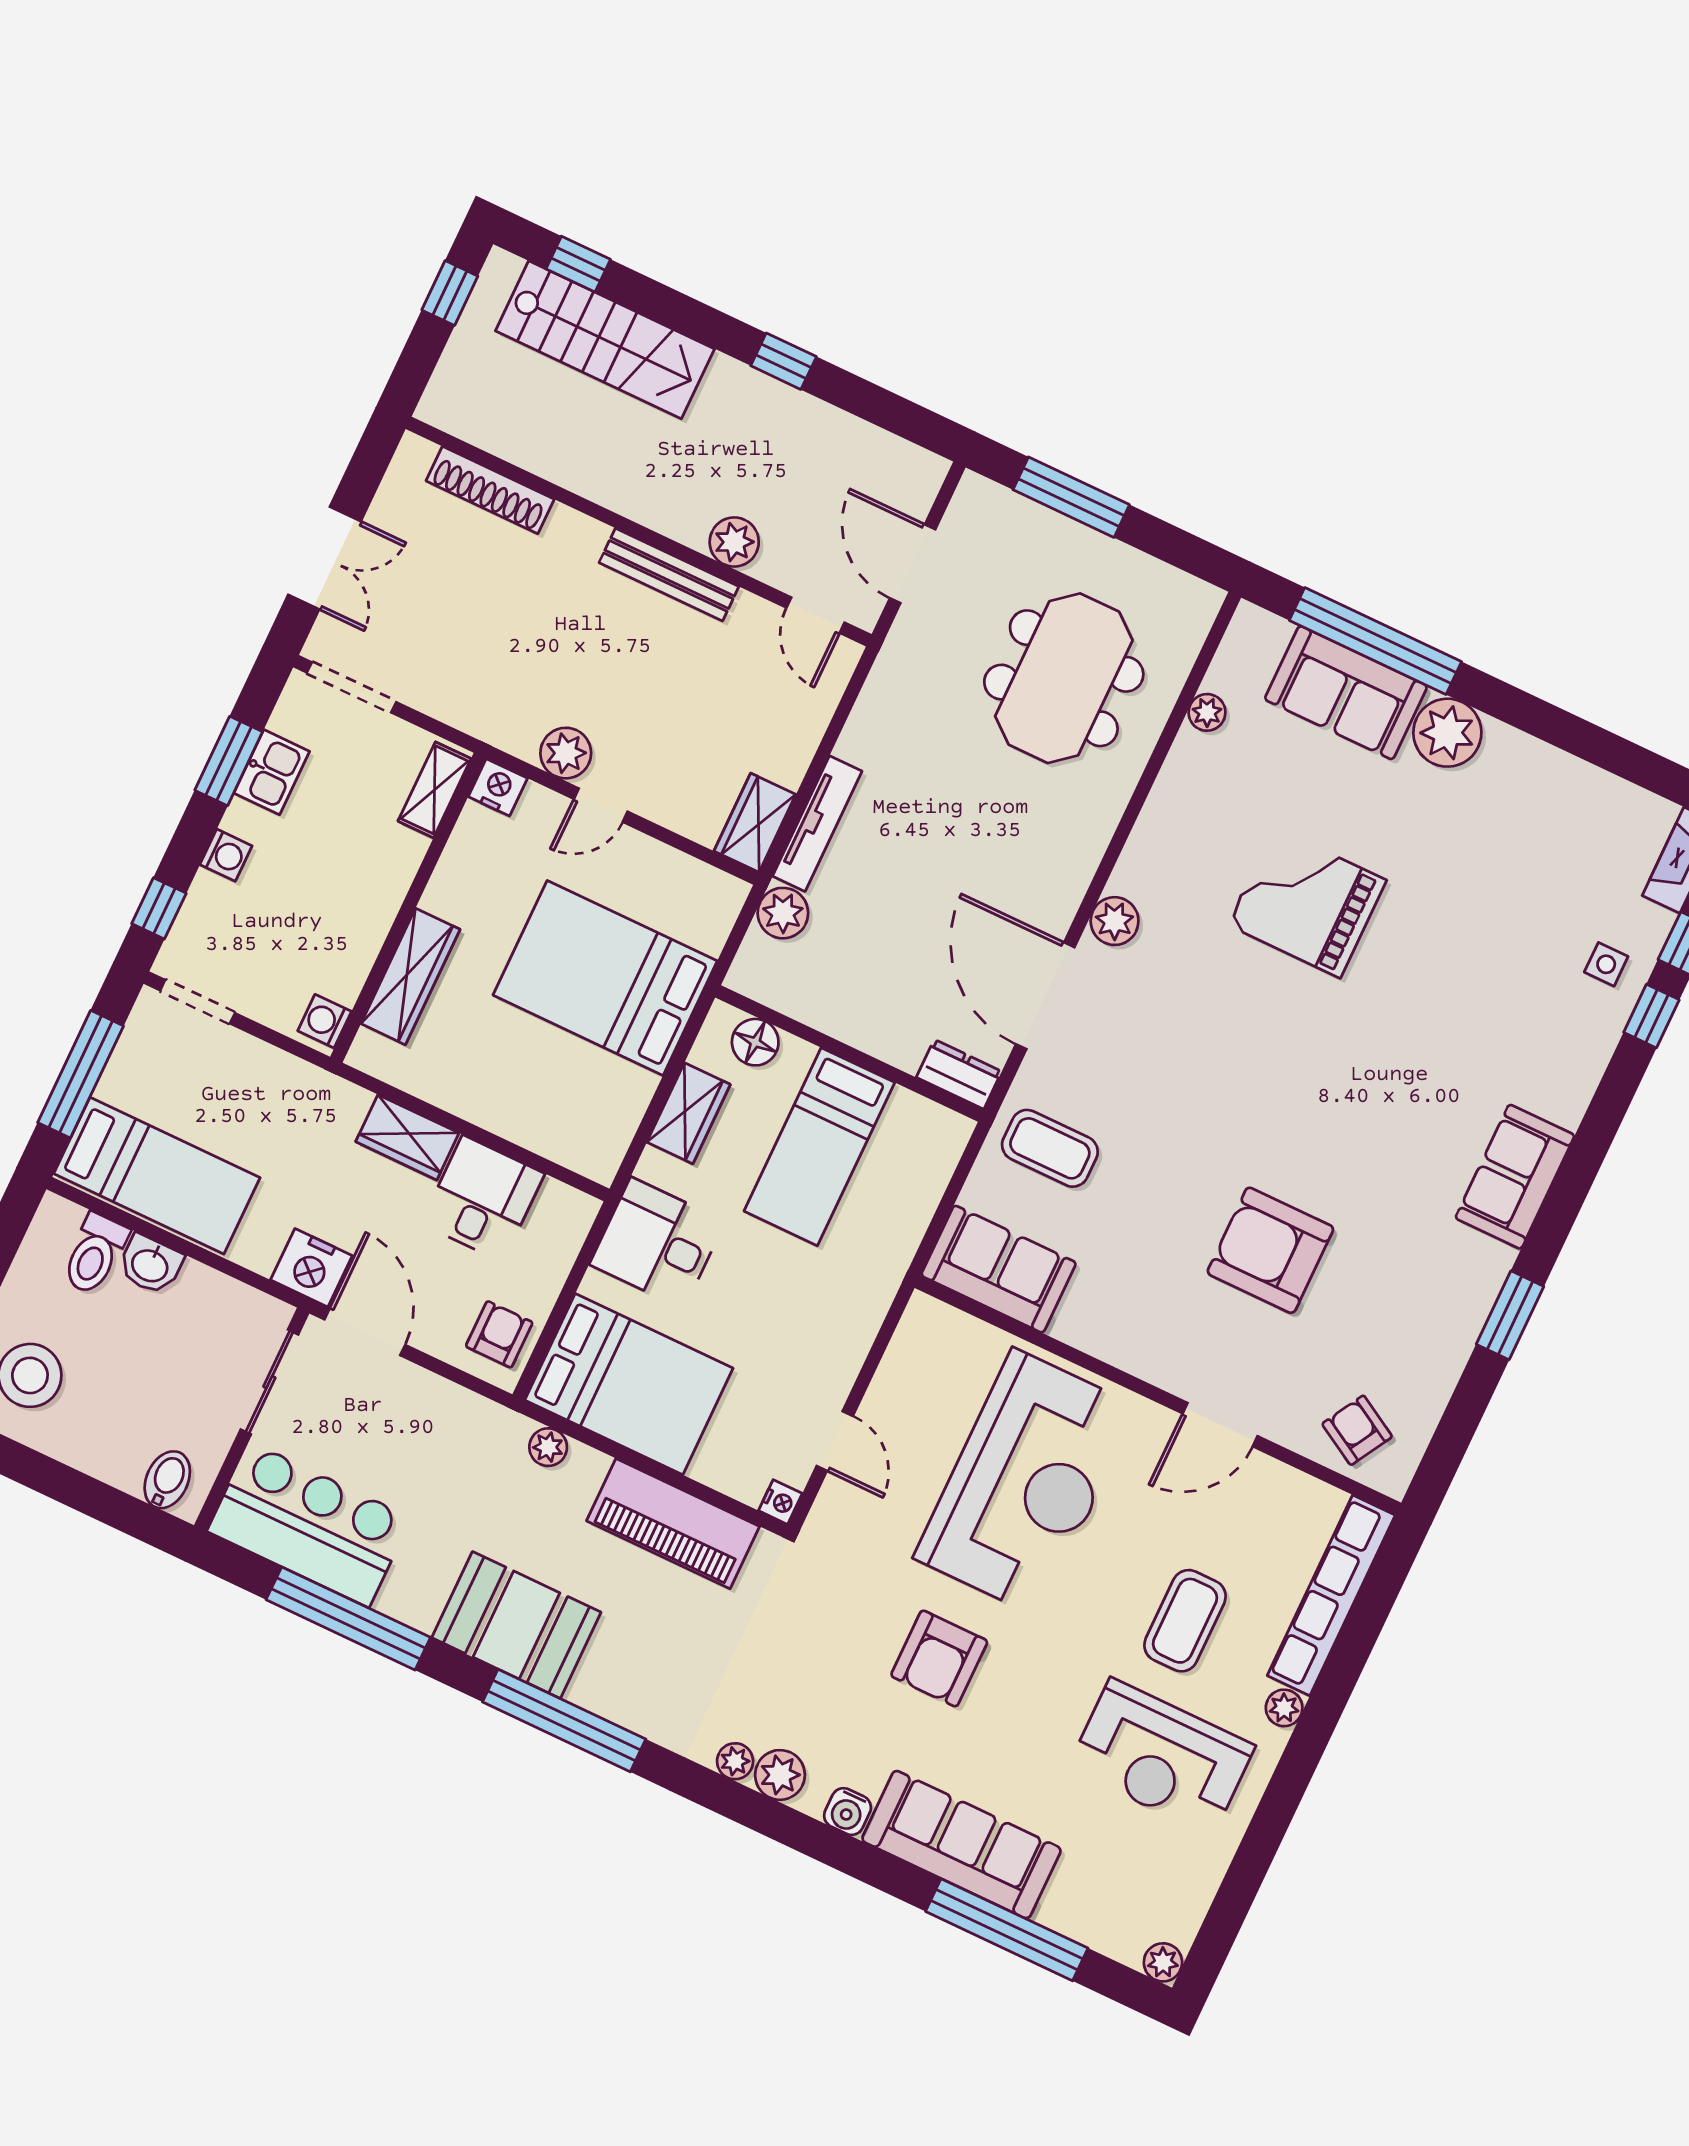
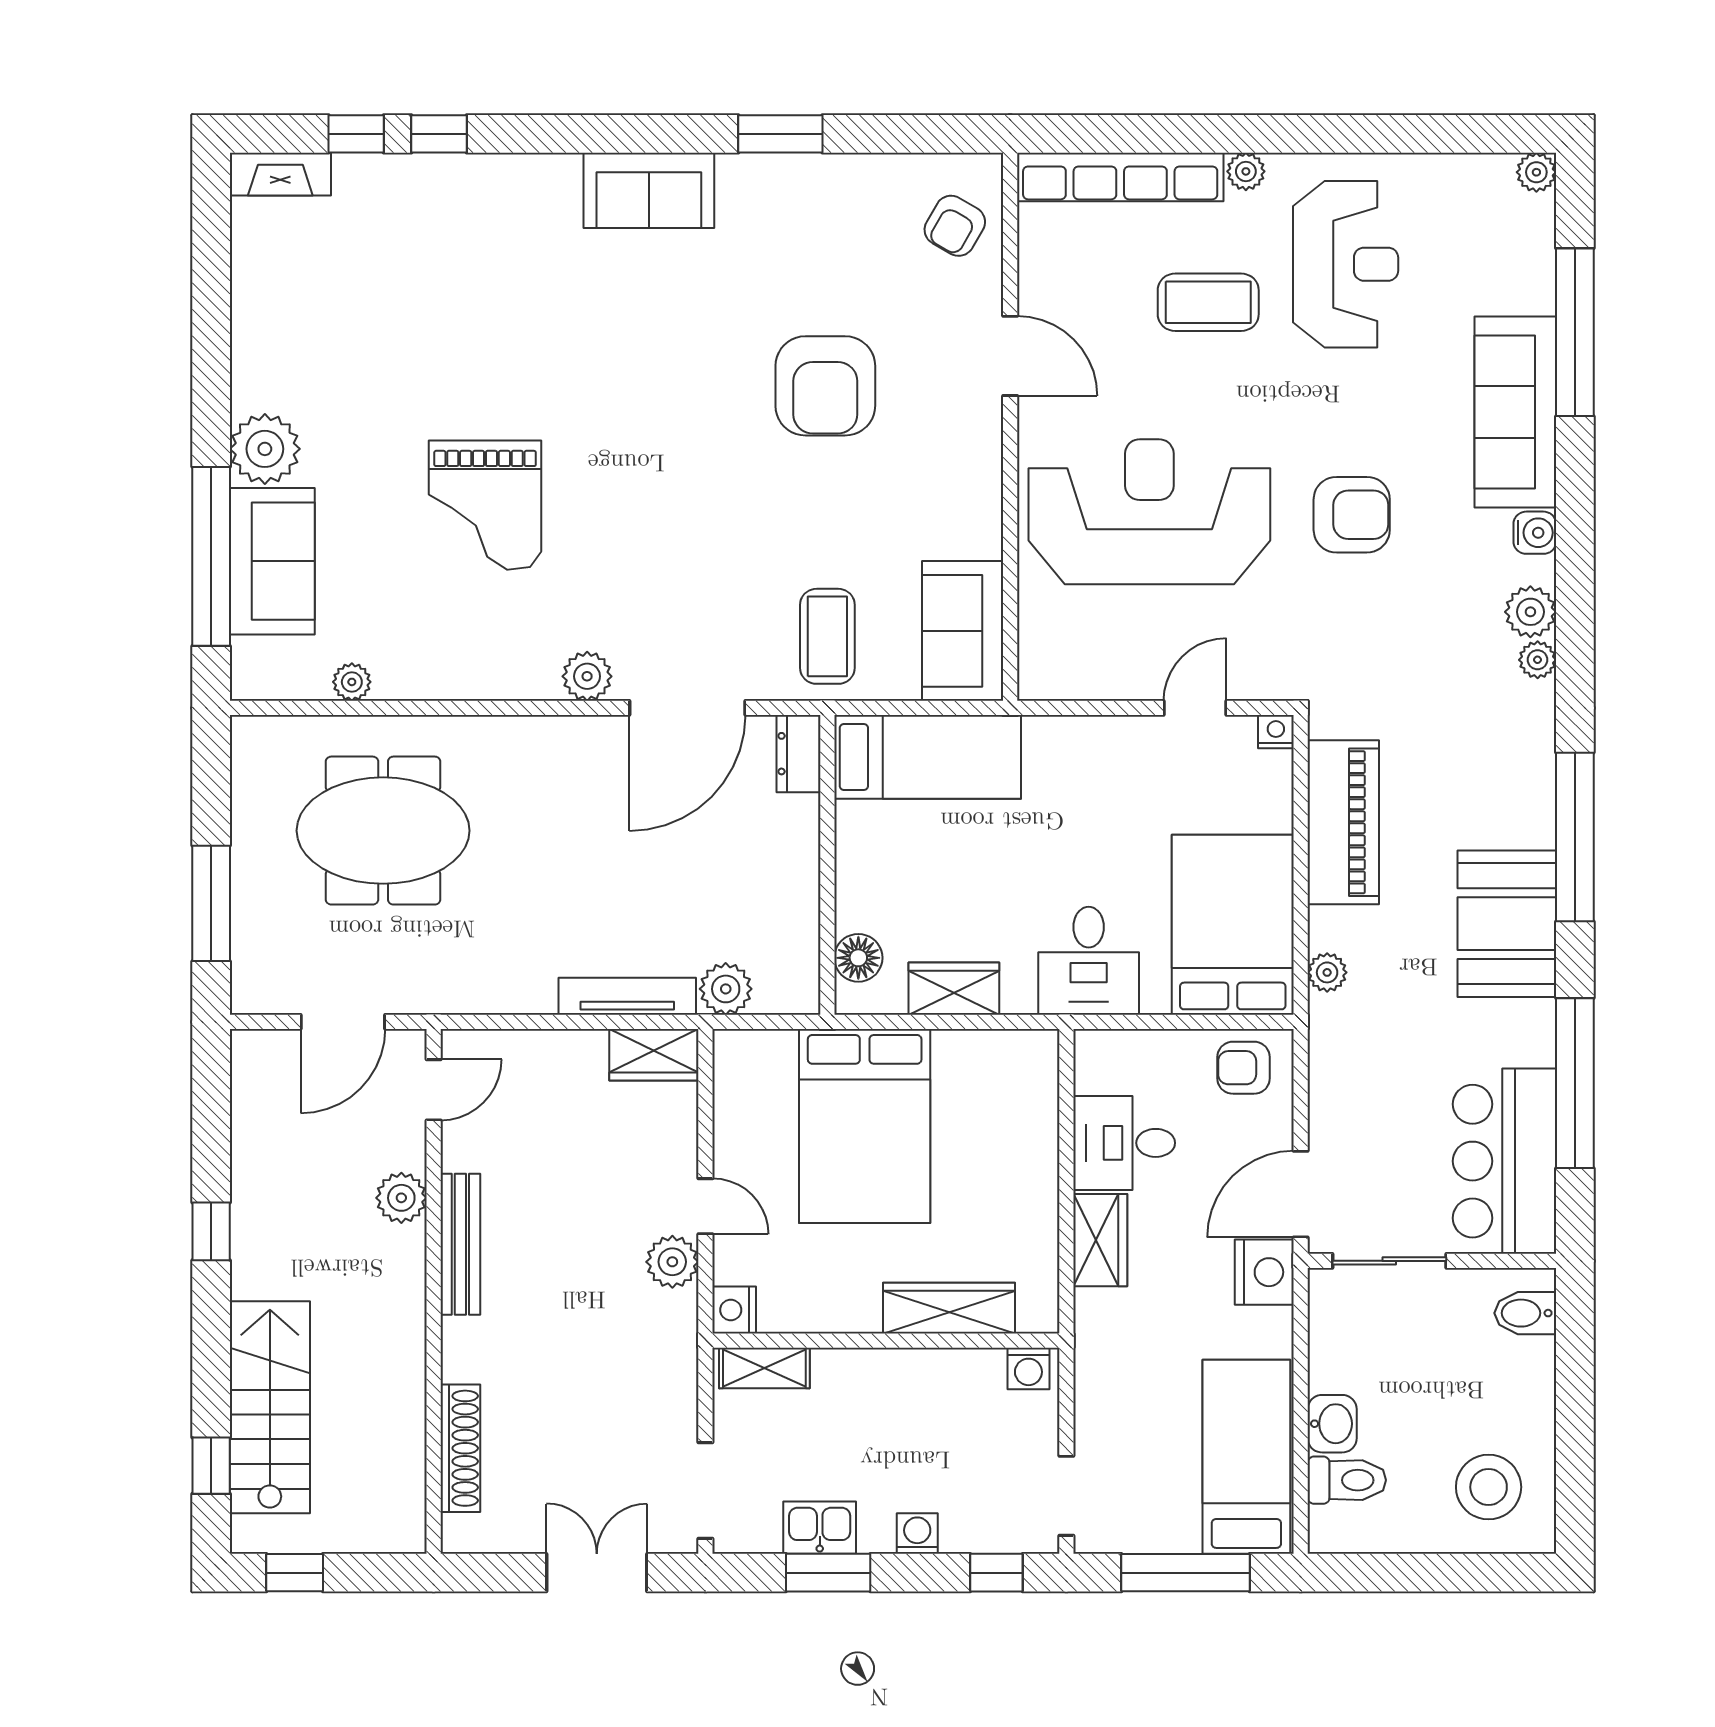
side table: (1606, 964) -> (411, 199), removed
bed: (819, 1147) -> (928, 757), moved

